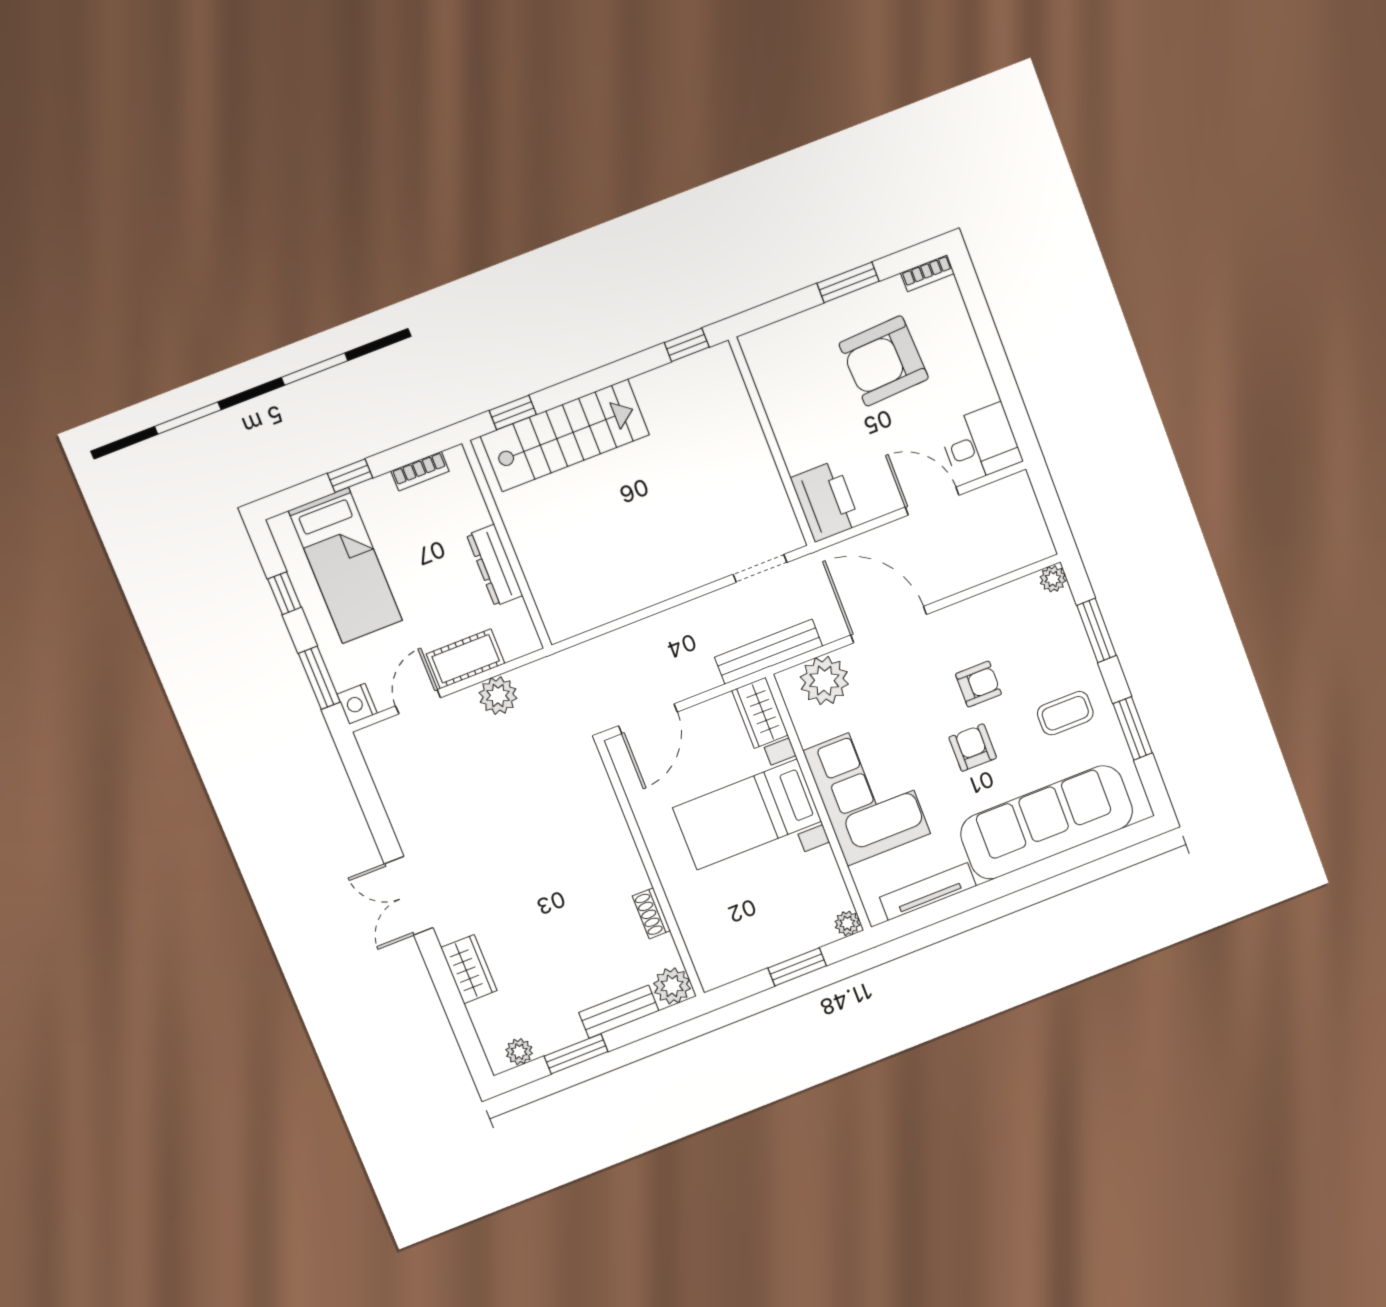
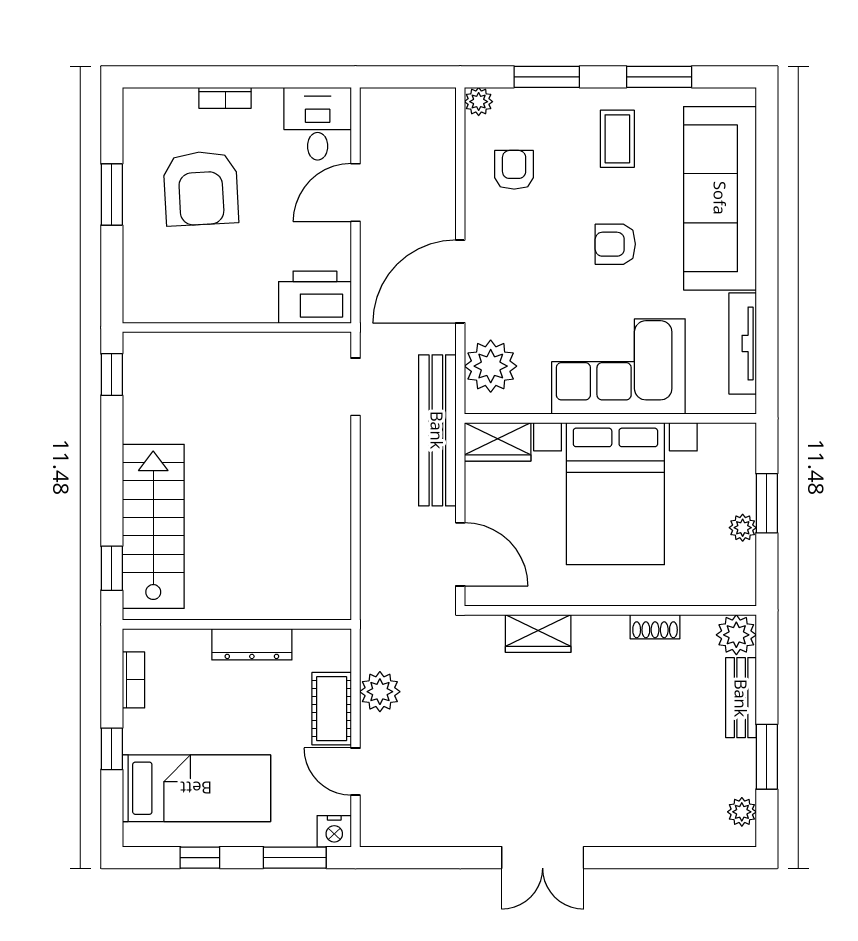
bookcase: (927, 273) -> (225, 98), moved, turned 90
bench: (769, 652) -> (437, 430), width x1.37, depth x1.21
armchair: (978, 684) -> (514, 170), moved
bed with nightstands: (747, 815) -> (615, 494), width x1.36
plant: (847, 923) -> (743, 528), moved
wardrobe: (469, 969) -> (538, 634), moved, turned 180

